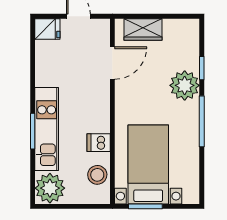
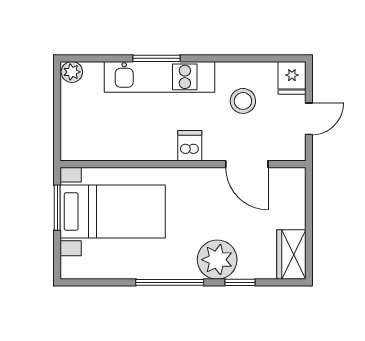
wardrobe: (143, 29) -> (291, 254), moved
dishwasher: (99, 143) -> (190, 146), moved
stool: (97, 175) -> (243, 101), moved
plant: (50, 188) -> (72, 72), width x0.53, depth x0.53

